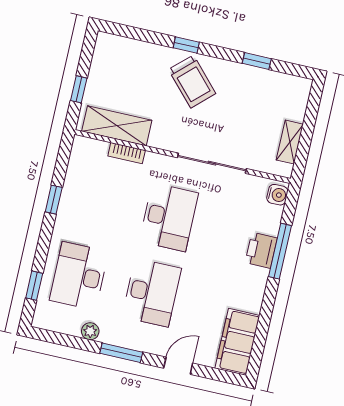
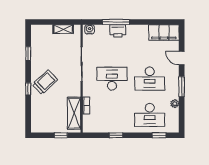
desk: (152, 293) -> (150, 79), turned 180

